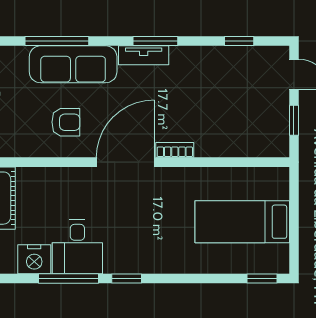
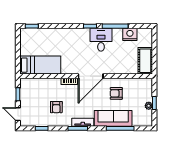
armchair: (205, 91) -> (56, 107), added
bed: (242, 222) -> (40, 65), moved
desk: (77, 247) -> (101, 40), moved

